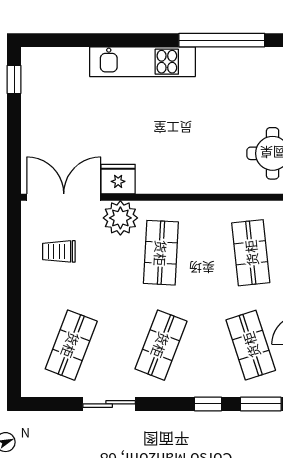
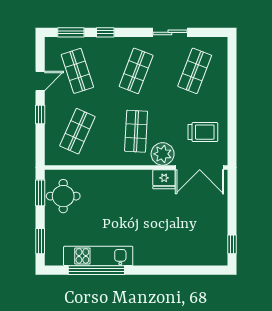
kitchen unit: (143, 62) -> (98, 256), moved
trolley: (59, 251) -> (203, 132), width x1.36, depth x1.39
shop shelf: (251, 253) -> (77, 131), turned 30

